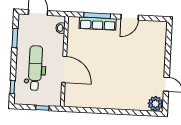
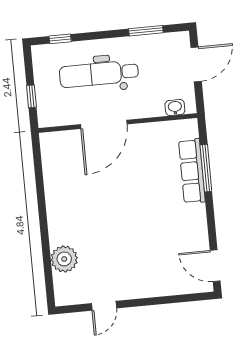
door: (130, 17) -> (215, 266), moved
dental chair: (35, 68) -> (99, 74), turned 180
plant: (155, 104) -> (64, 259), moved

